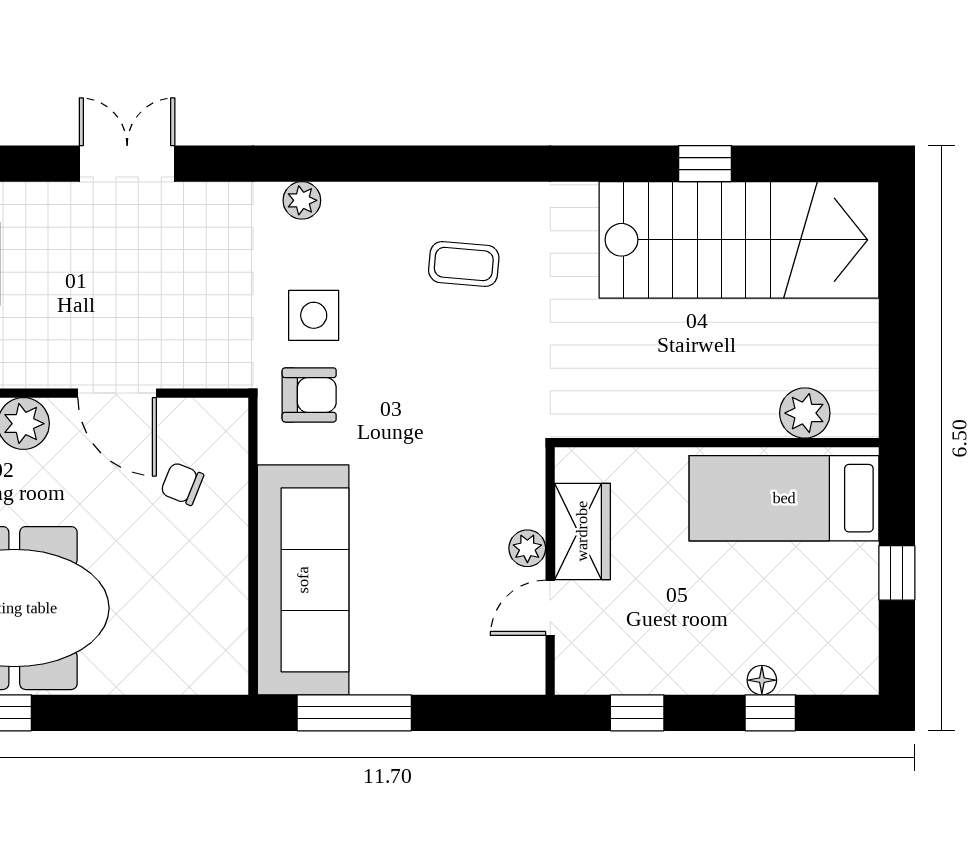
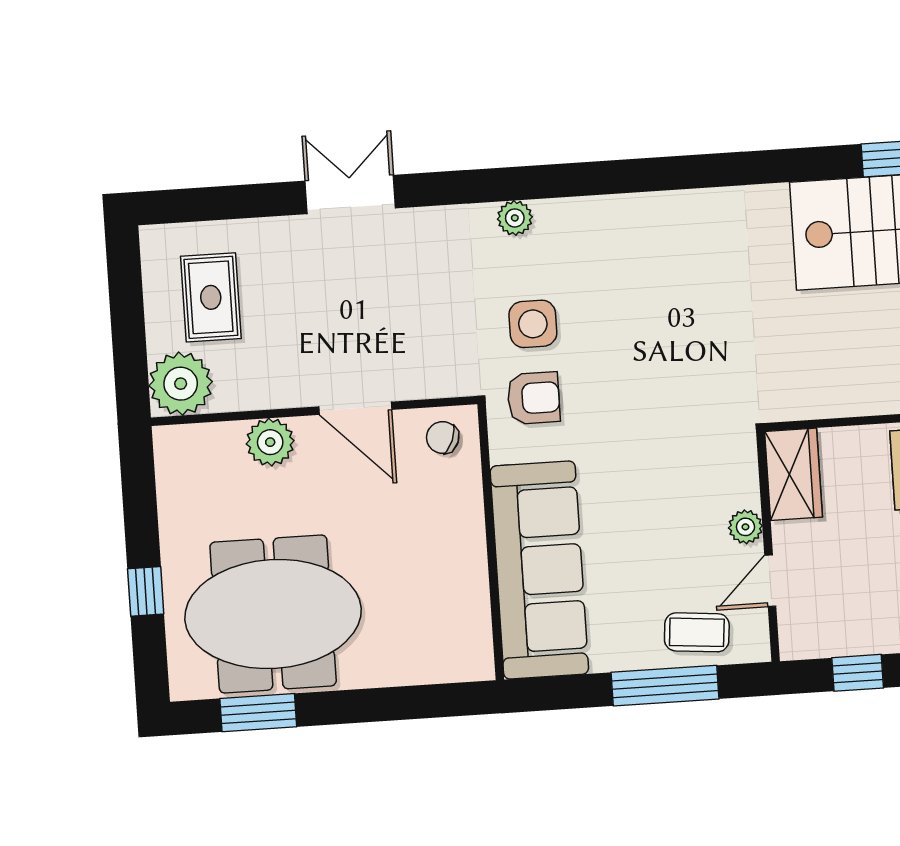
coffee table: (464, 264) -> (697, 632), moved
chair: (182, 484) -> (443, 438), moved
wardrobe: (582, 531) -> (793, 474), moved
window: (354, 713) -> (665, 686), moved

